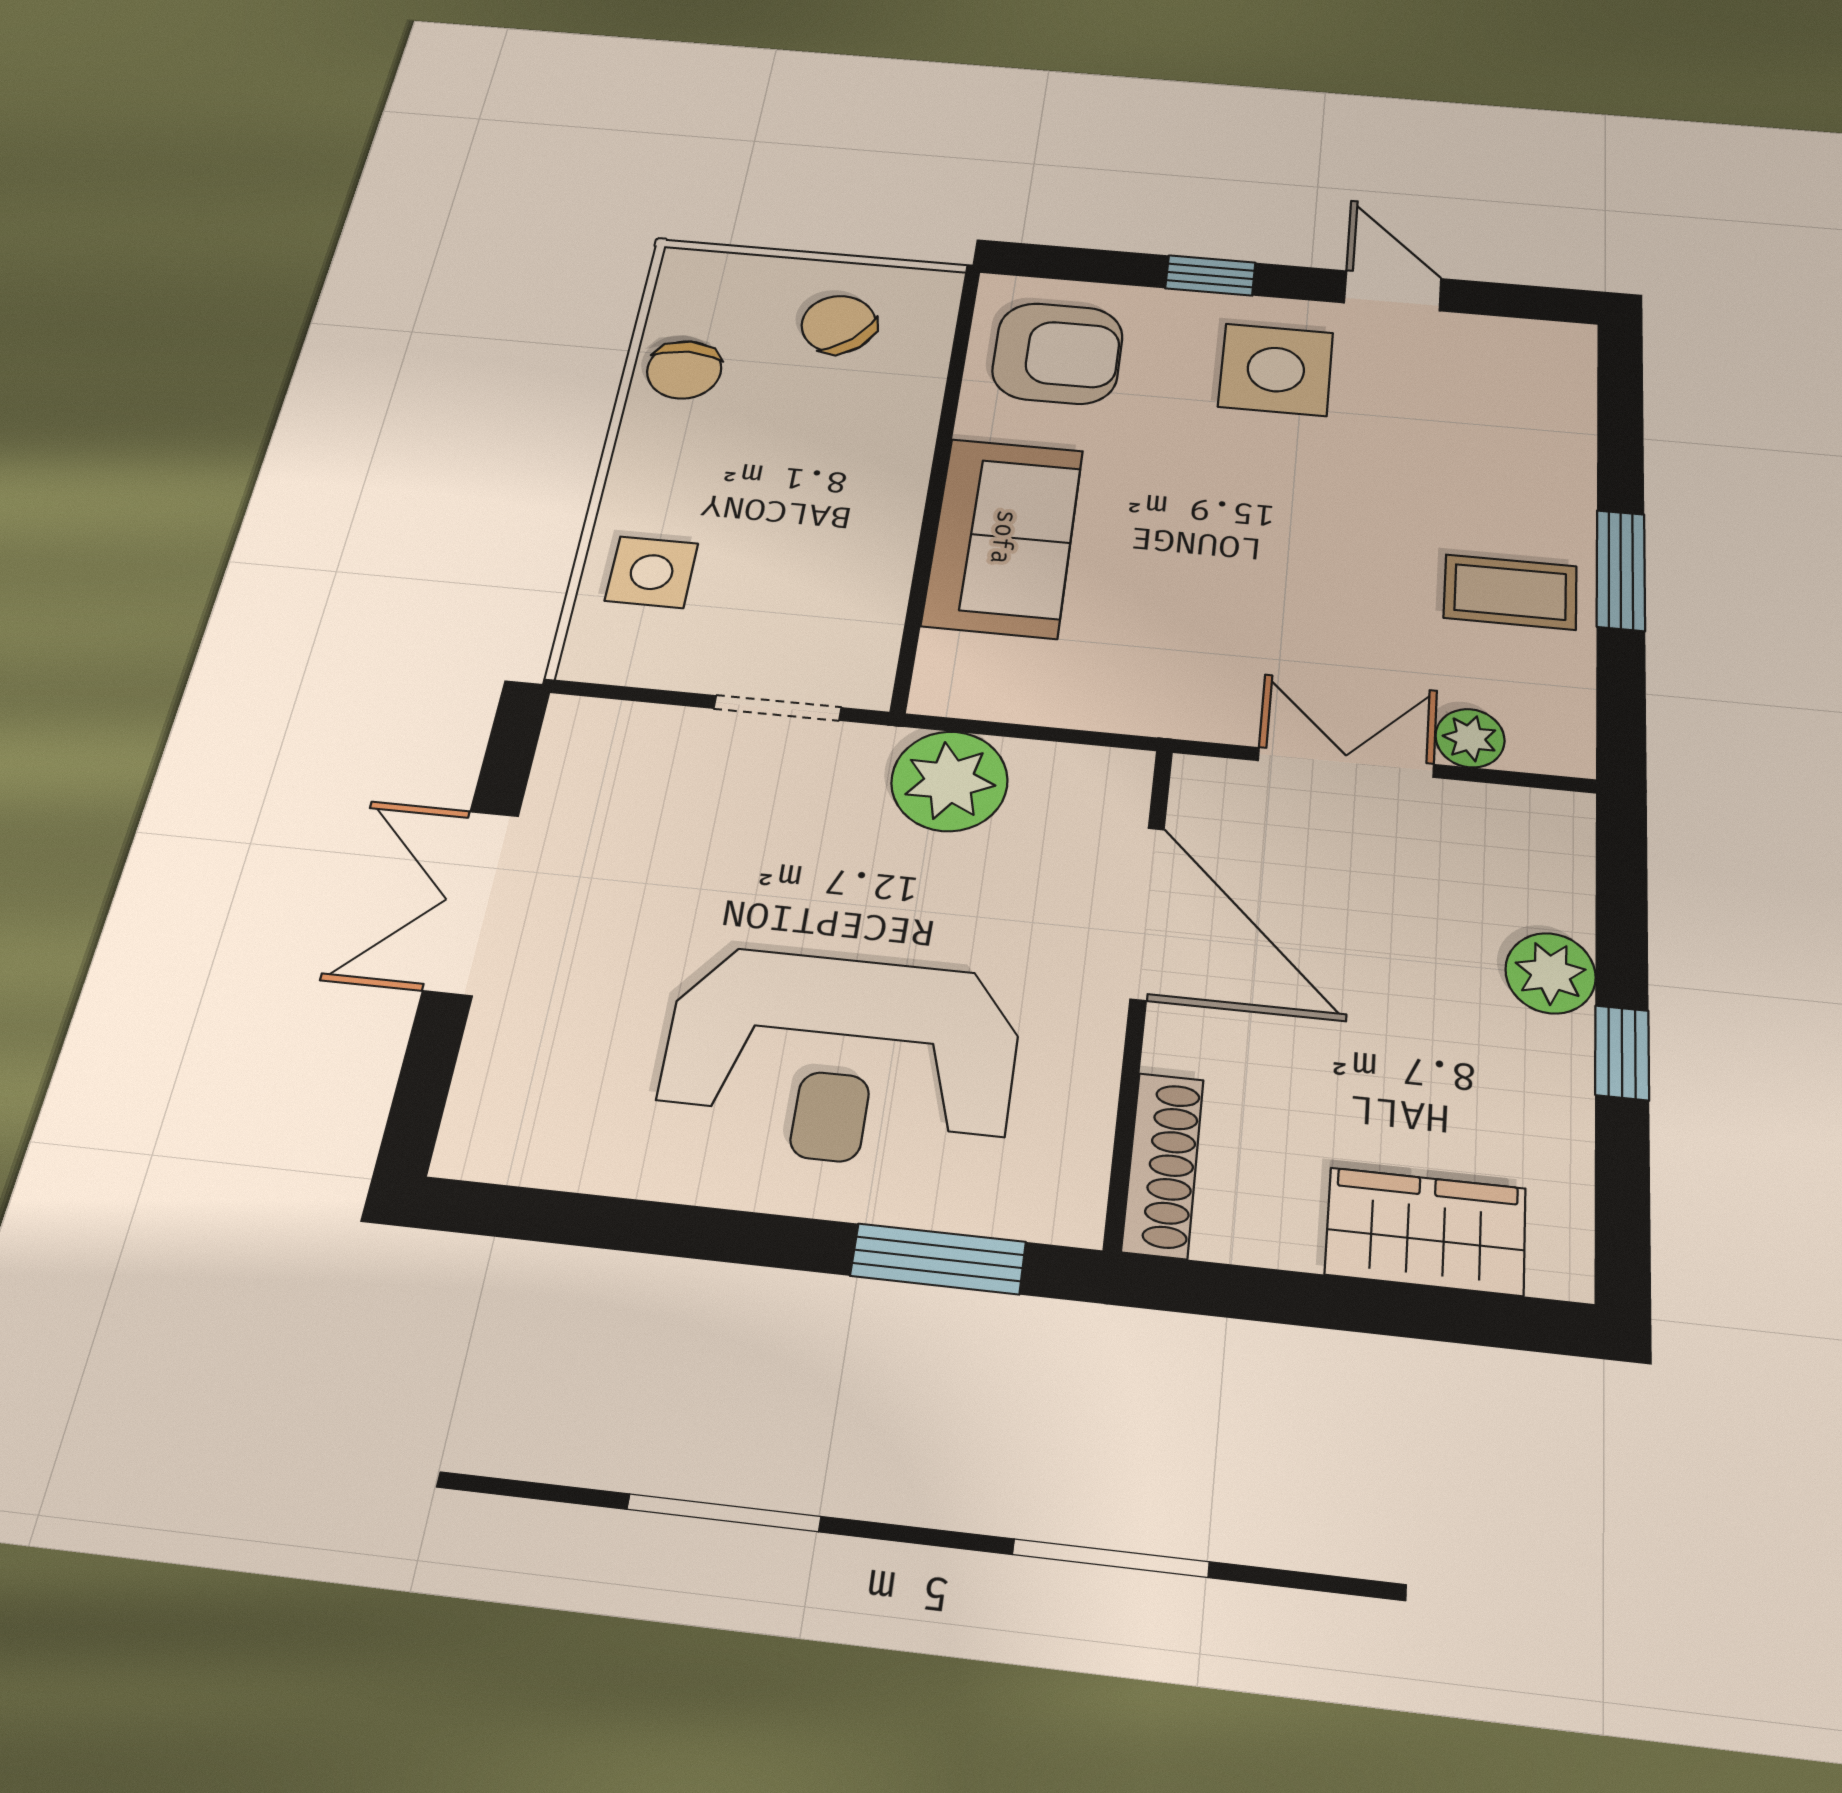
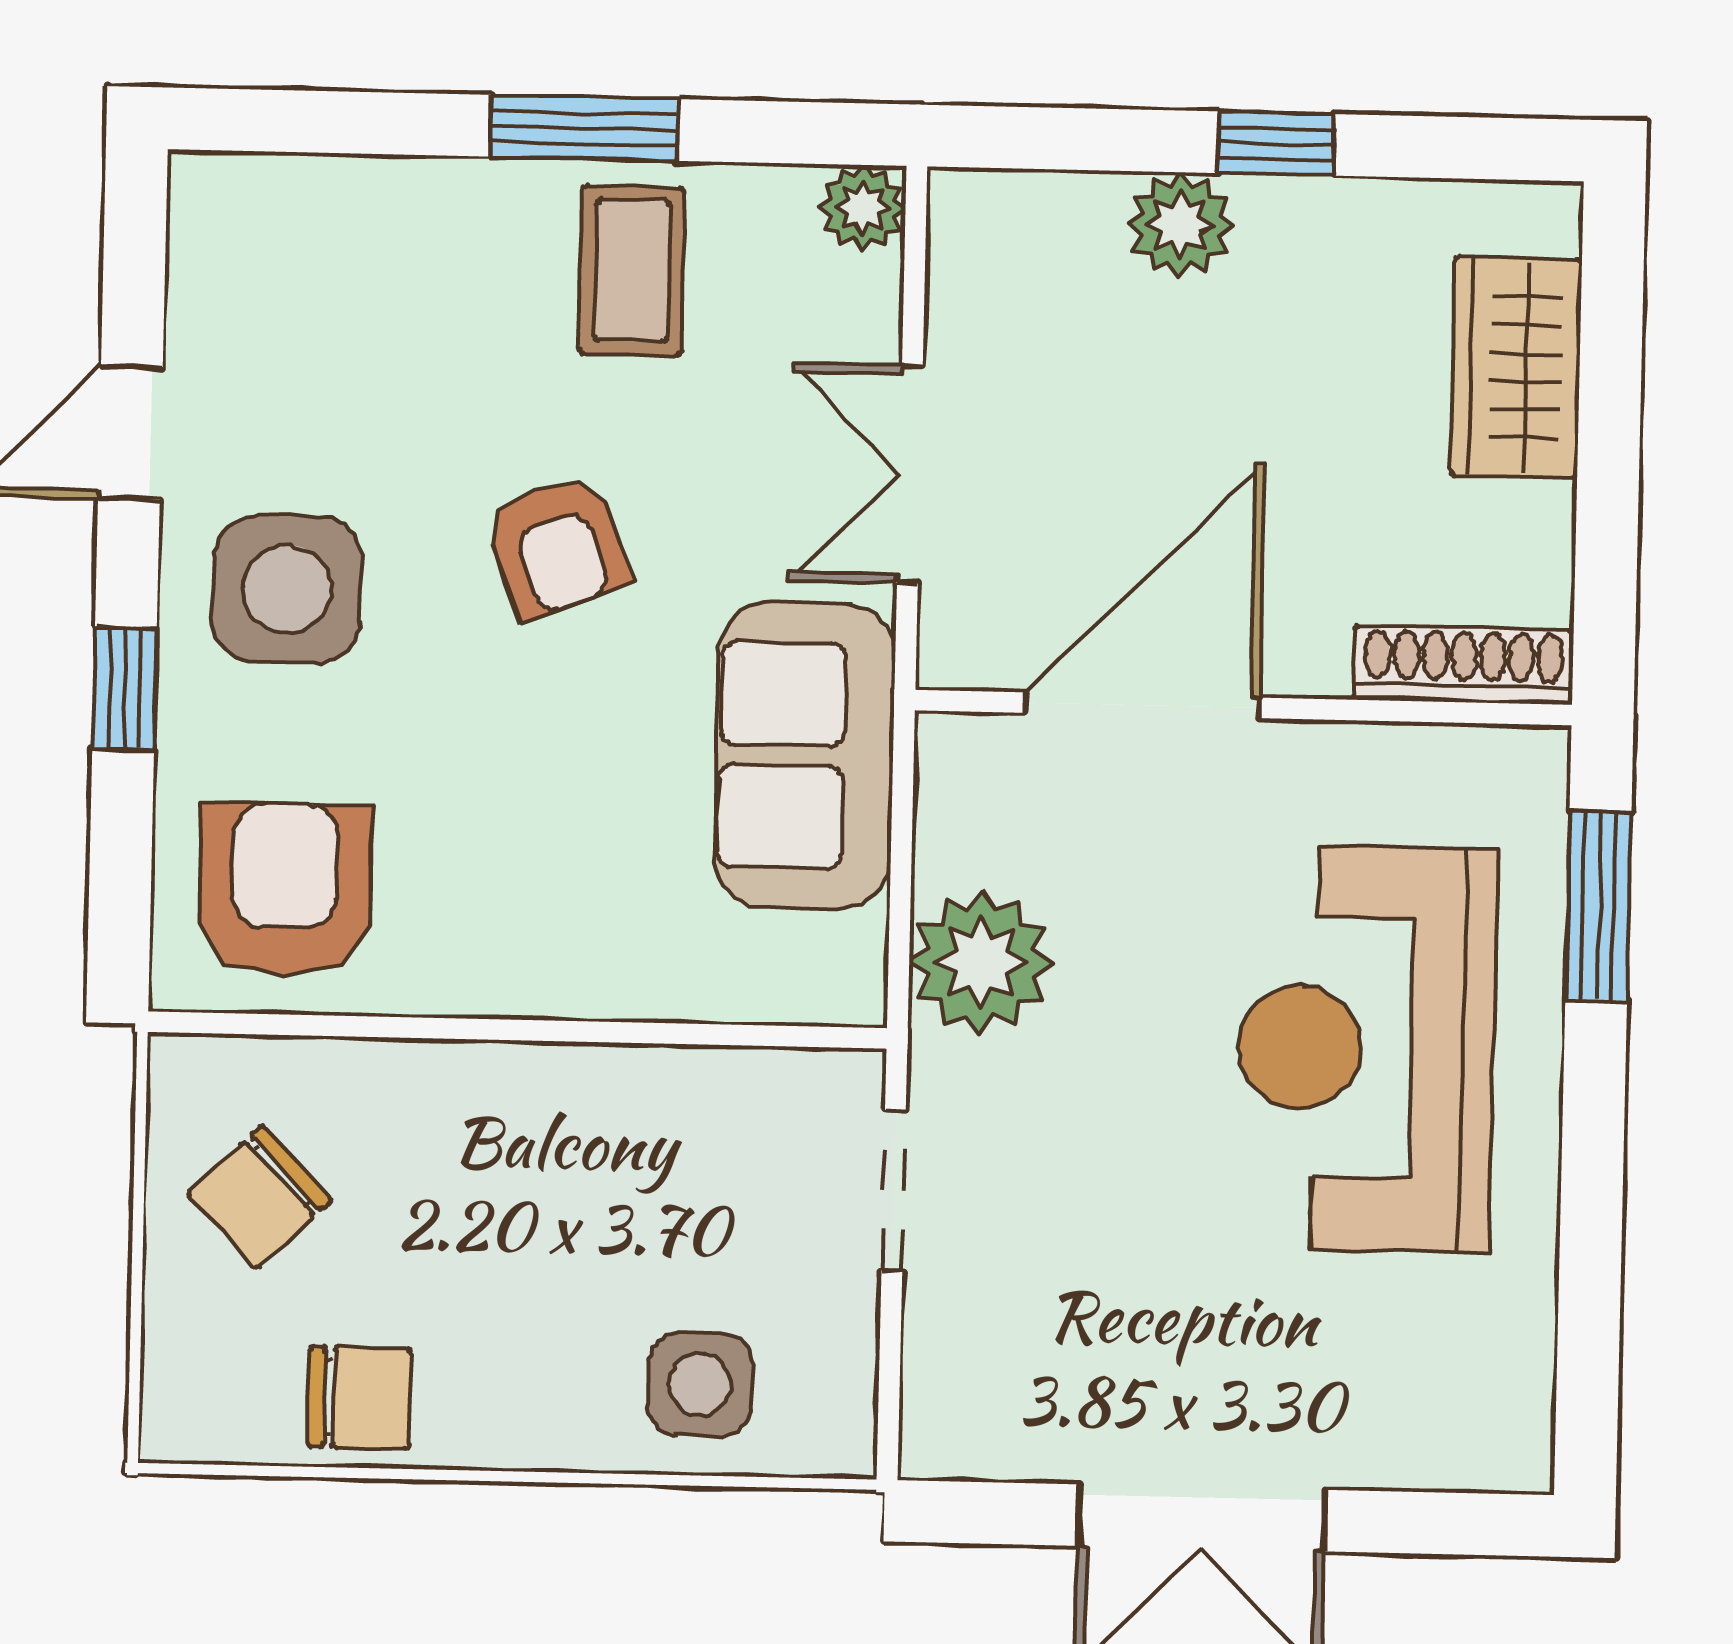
armchair: (1299, 530) -> (557, 546), added
sofa: (1003, 537) -> (805, 756), moved, turned -90
plant: (1470, 738) -> (863, 208), moved
reception desk: (840, 1058) -> (1366, 1048), turned 180

